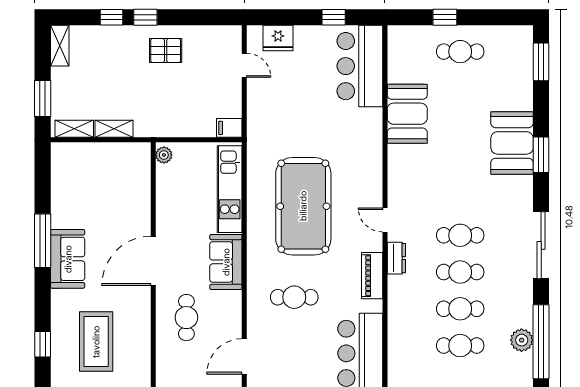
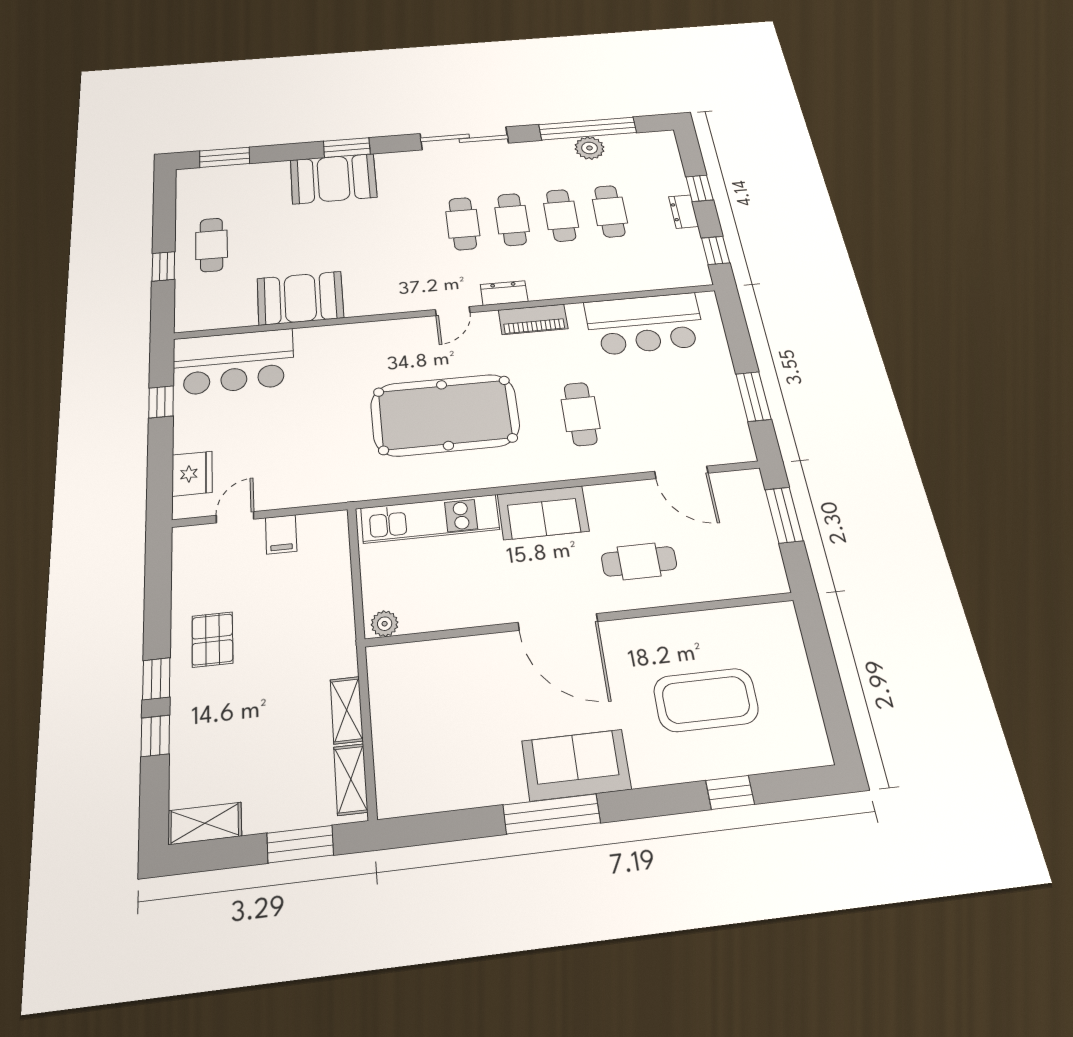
filing cabinet: (229, 128) -> (281, 534), moved

